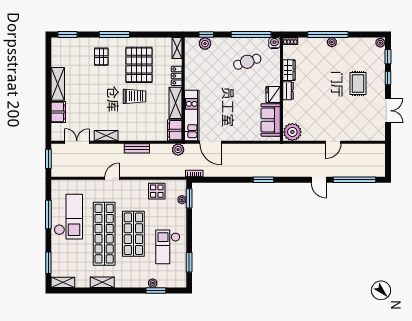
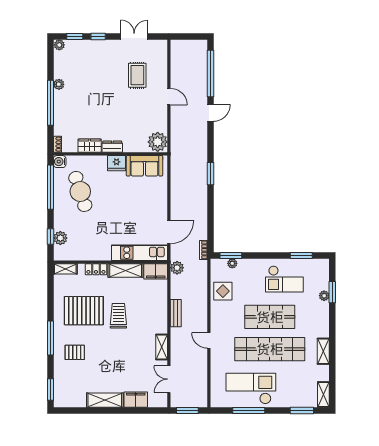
plant: (332, 42) -> (59, 84), moved
cafe table: (247, 62) -> (80, 191), width x1.37, depth x1.35
rug: (358, 83) -> (137, 75), moved, turned 90

